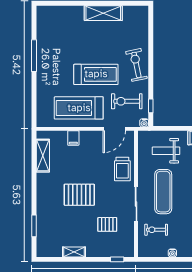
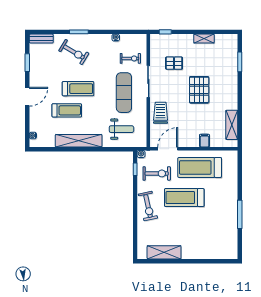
shelving: (103, 13) -> (164, 252), moved
treadmill: (79, 108) -> (200, 167), turned 180
pallet: (79, 195) -> (199, 90), turned 90

